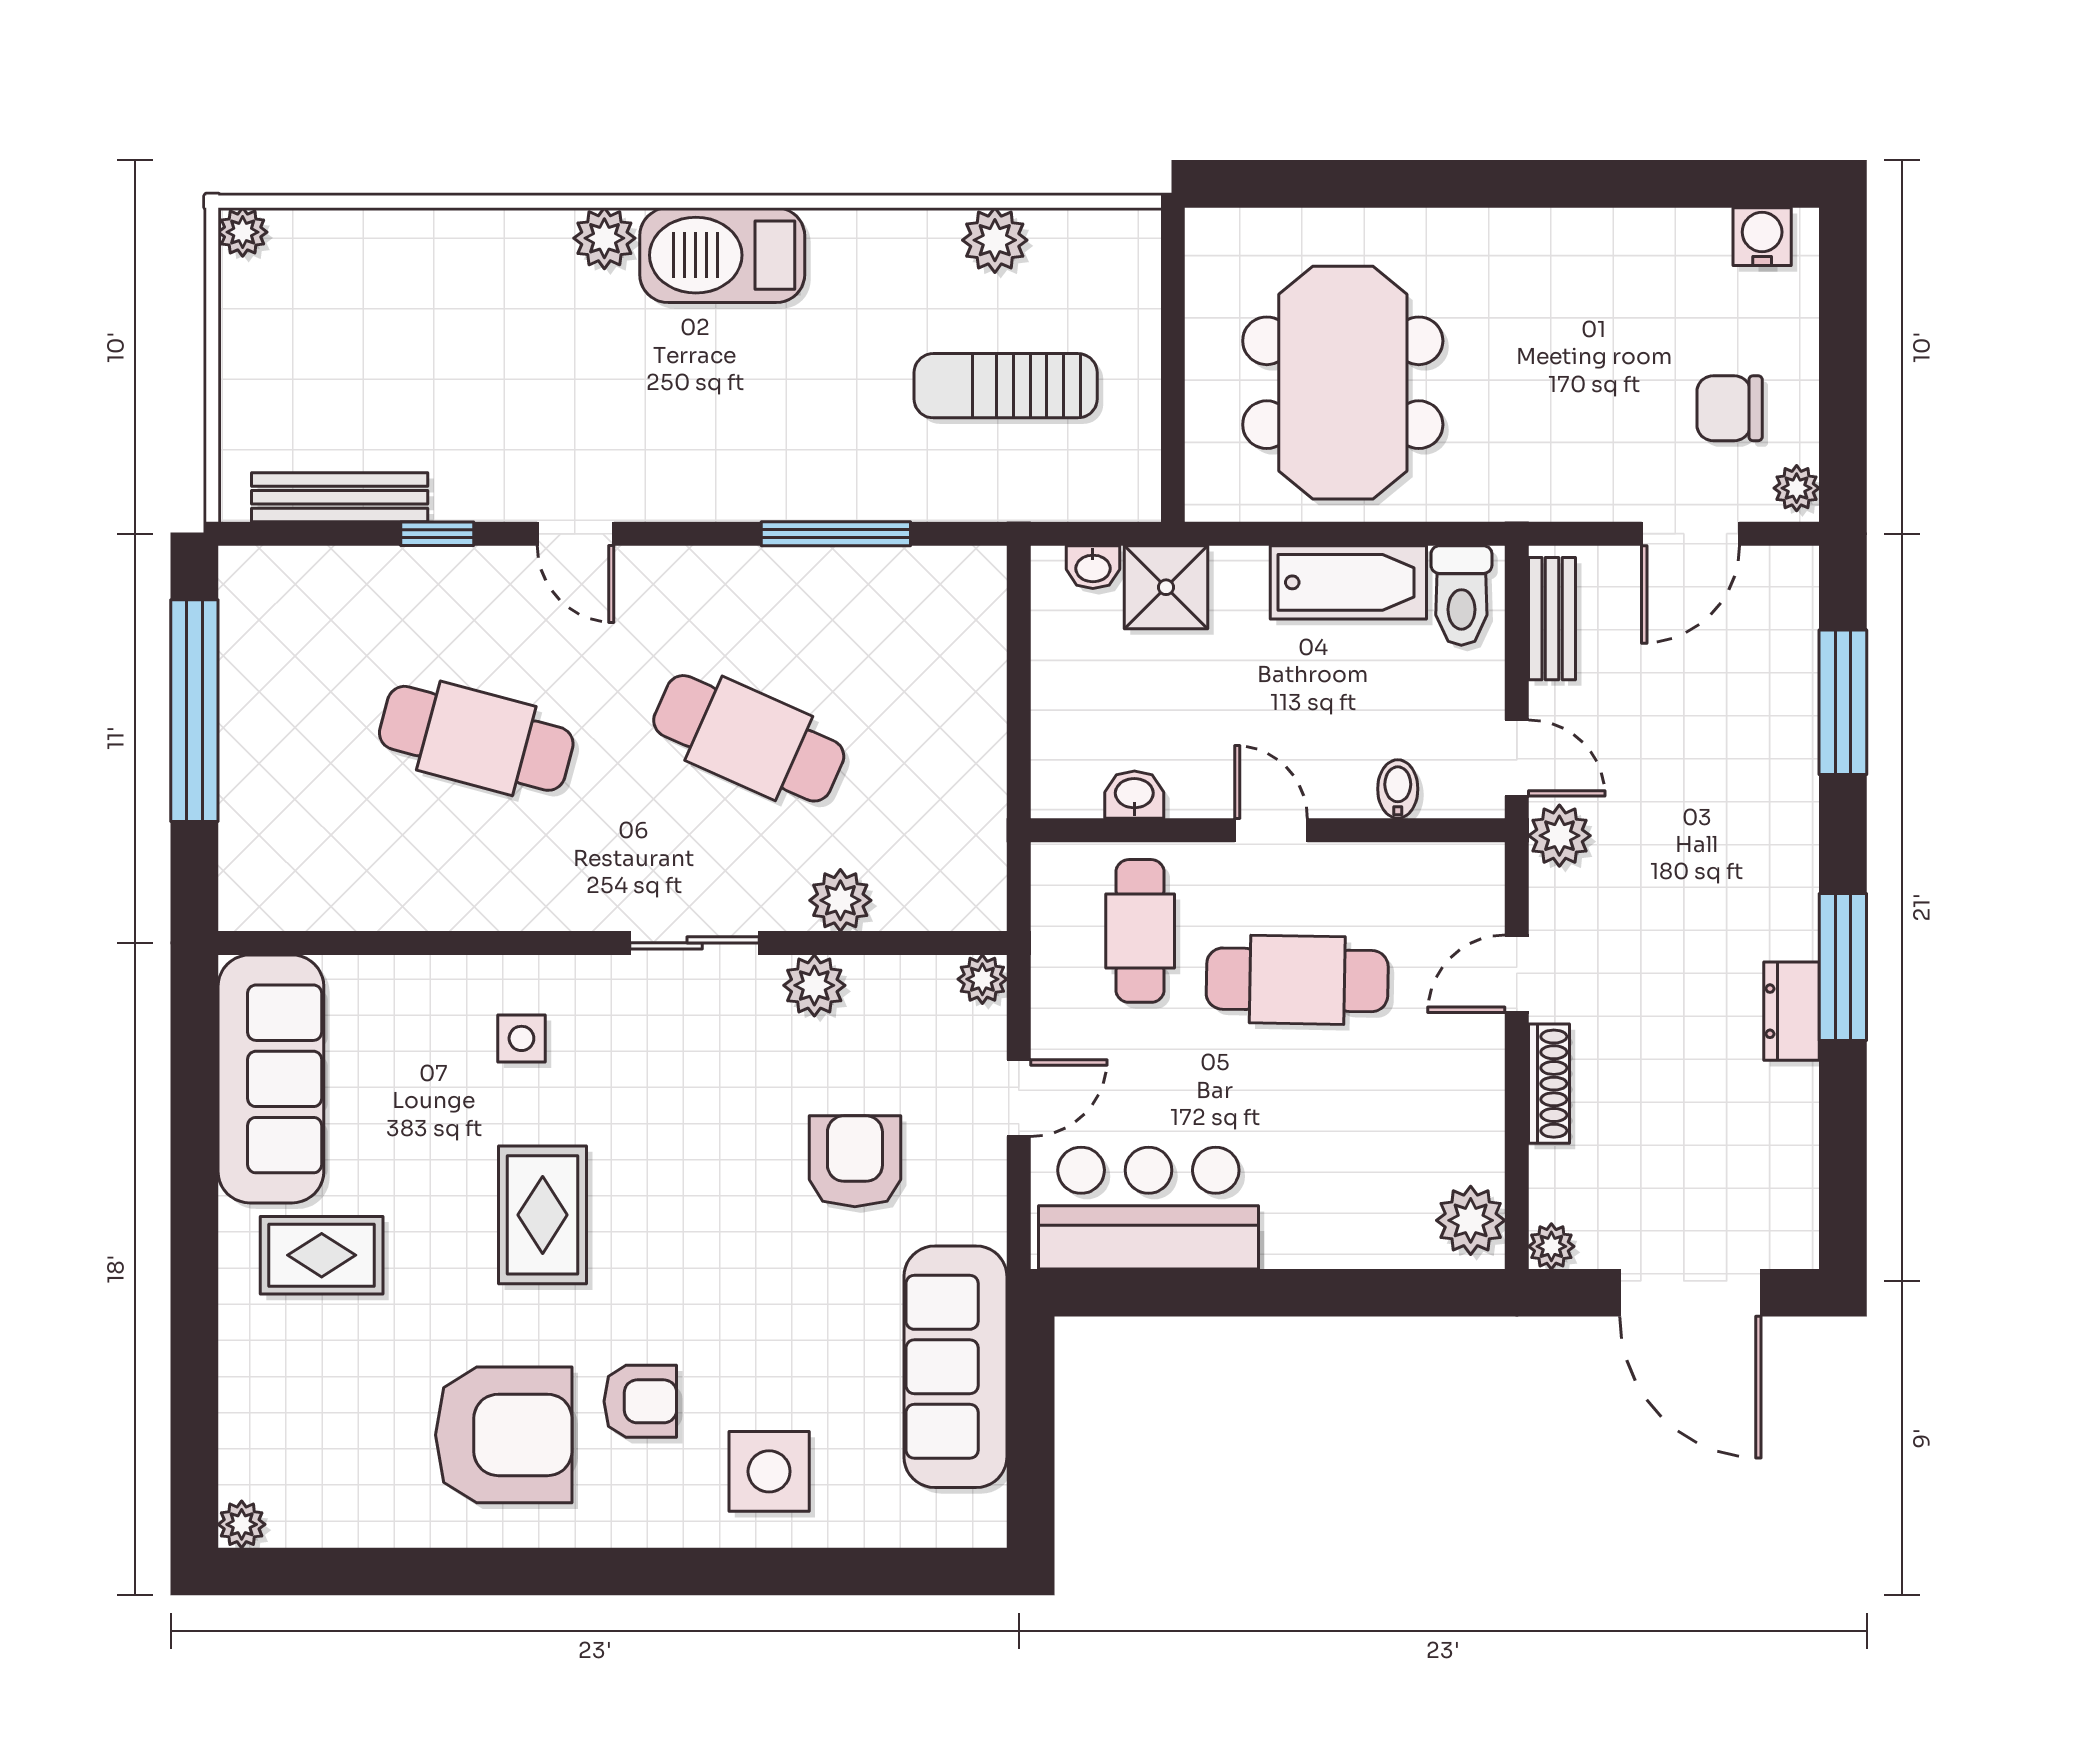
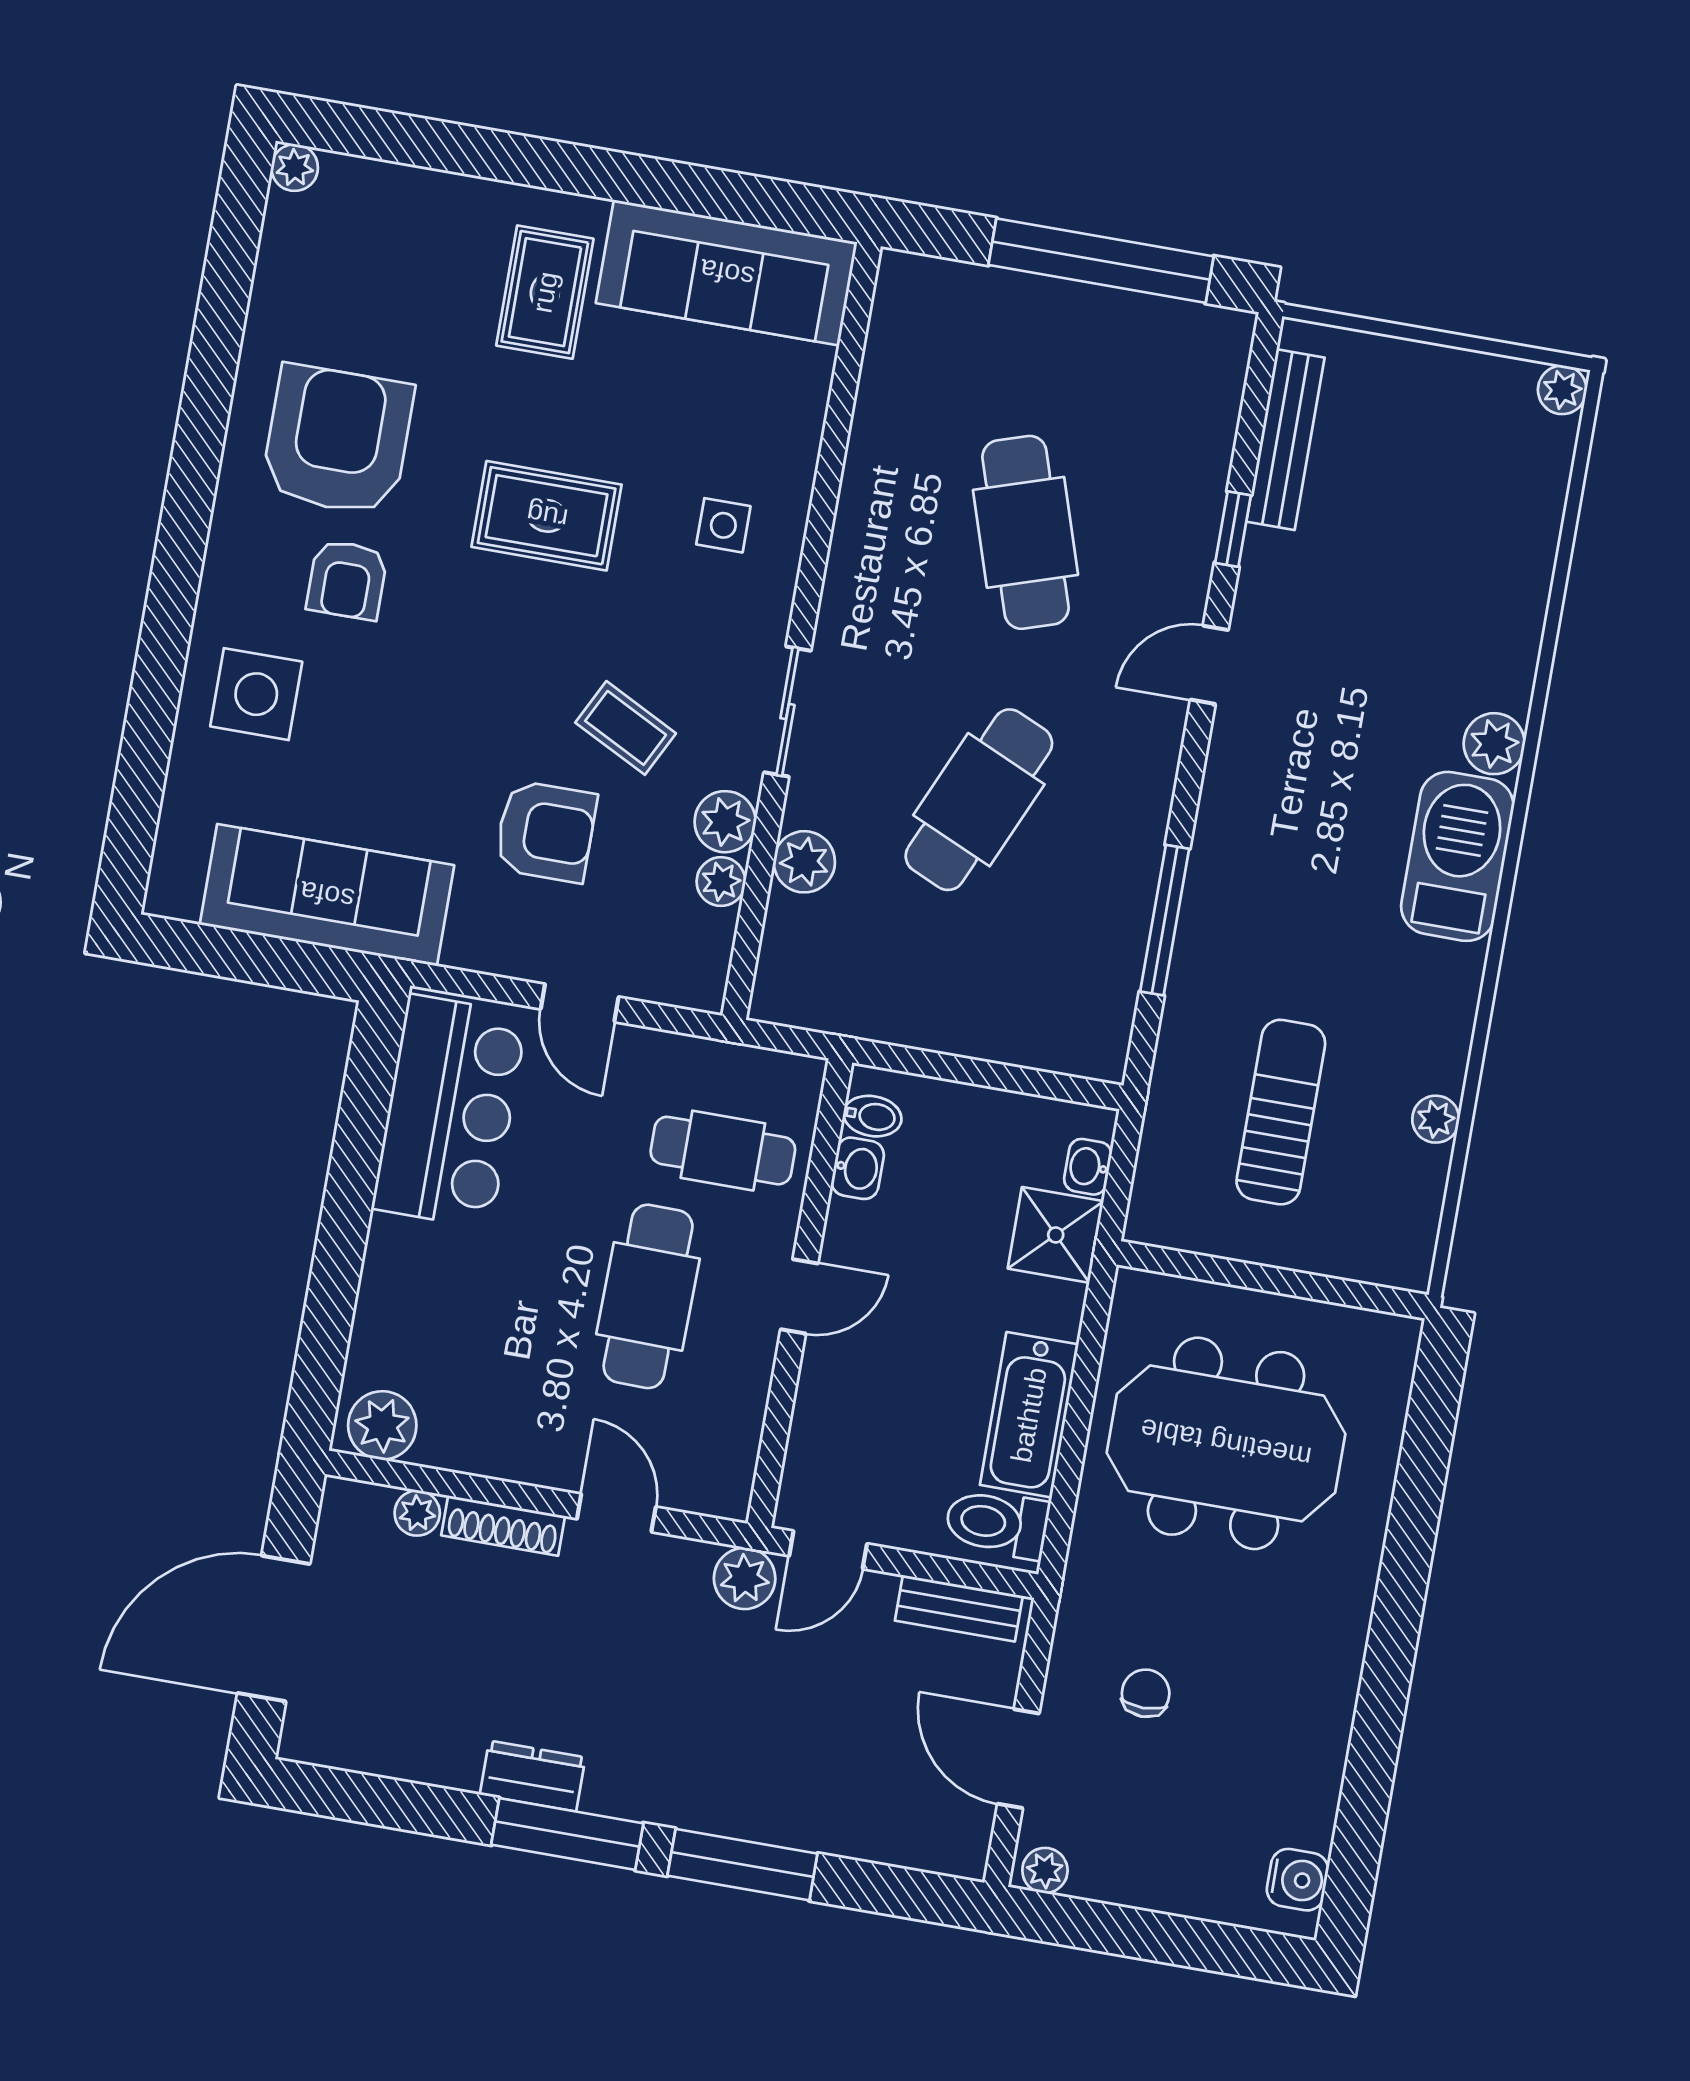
plant: (995, 240) -> (1436, 1119), width x0.73, depth x0.73
chair: (1730, 408) -> (1146, 1693), moved, width x0.73, depth x0.73
window: (1843, 702) -> (742, 1865), moved
cafe table: (476, 738) -> (1026, 532), turned -33
bidet: (1398, 789) -> (872, 1116), moved
plant: (982, 979) -> (721, 882), moved
coffee table: (739, 1100) -> (626, 728), added
plant: (1551, 1246) -> (417, 1513), moved
armchair: (504, 1435) -> (337, 440), turned 180

